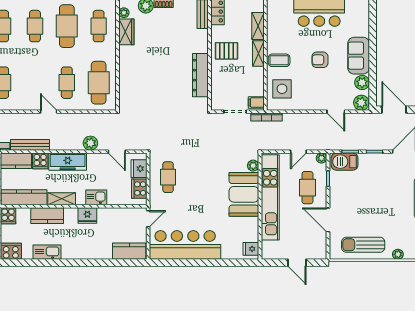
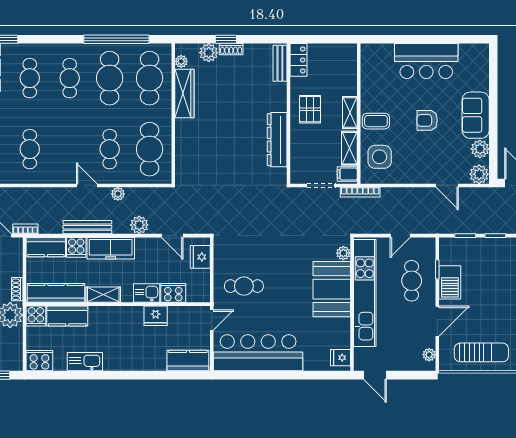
cafe table: (99, 26) -> (150, 78), width x1.37, depth x1.35
shelving: (258, 26) -> (349, 148), moved
wardrobe: (126, 32) -> (184, 93), width x1.50
pallet: (226, 51) -> (310, 109), turned 90
plant: (73, 118) -> (118, 194), added
bench: (30, 145) -> (87, 227), moved
plant: (322, 158) -> (429, 355), moved
barbecue: (345, 162) -> (450, 282), moved, turned -90
cafe table: (168, 177) -> (244, 286), moved, turned 90
cooker: (139, 189) -> (173, 293), moved, turned 90
kitchen counter: (47, 216) -> (67, 316), moved
fridge: (87, 216) -> (156, 316), moved
door: (328, 220) -> (437, 321), swing flipped
sun lounger: (363, 245) -> (481, 352), turned 180
door: (297, 263) -> (375, 375), moved

